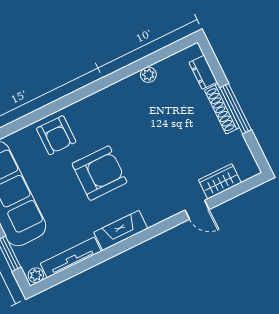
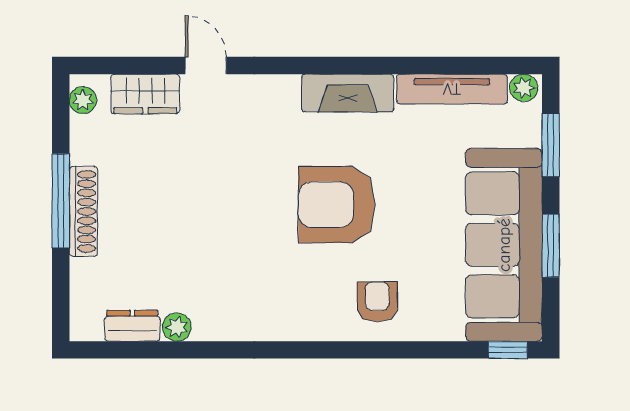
dresser: (203, 72) -> (132, 326), moved, turned -90
armchair: (56, 135) -> (377, 302), width x0.72, depth x0.72
plant: (249, 163) -> (83, 100), added

